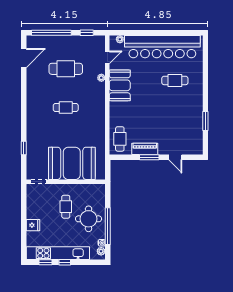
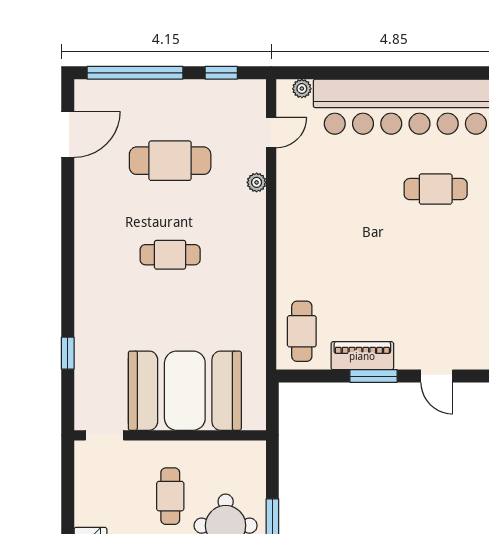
booth: (120, 85) -> (301, 201), removed

